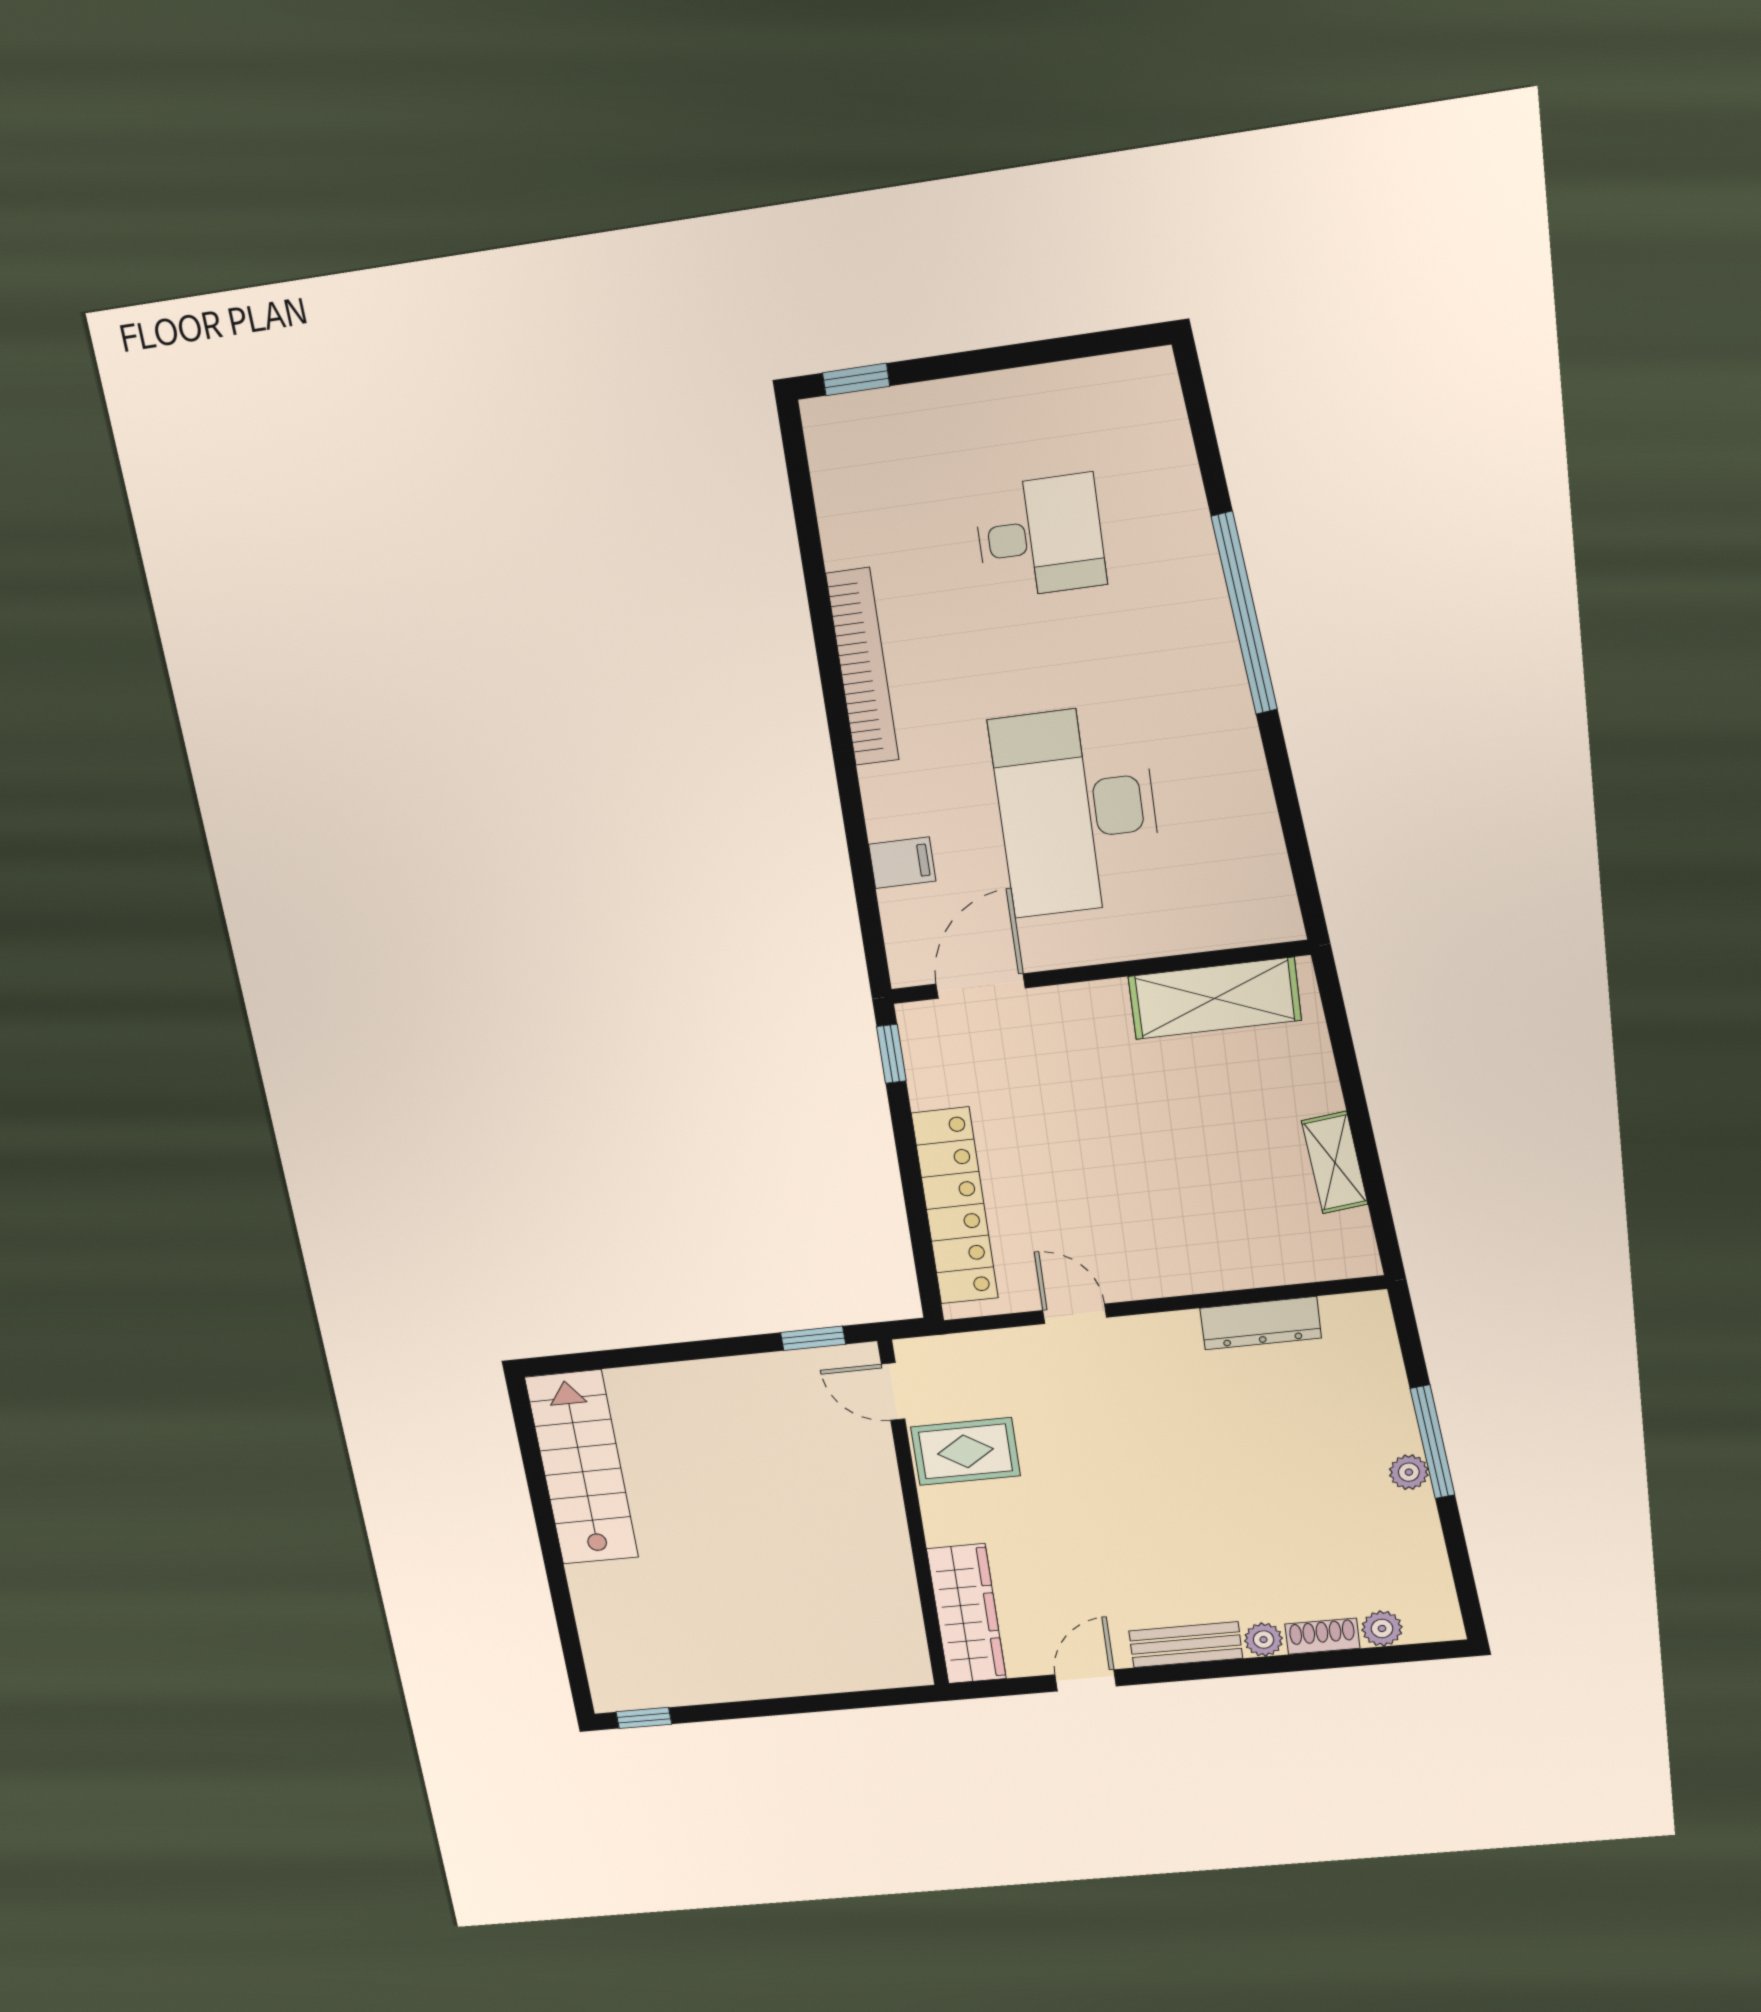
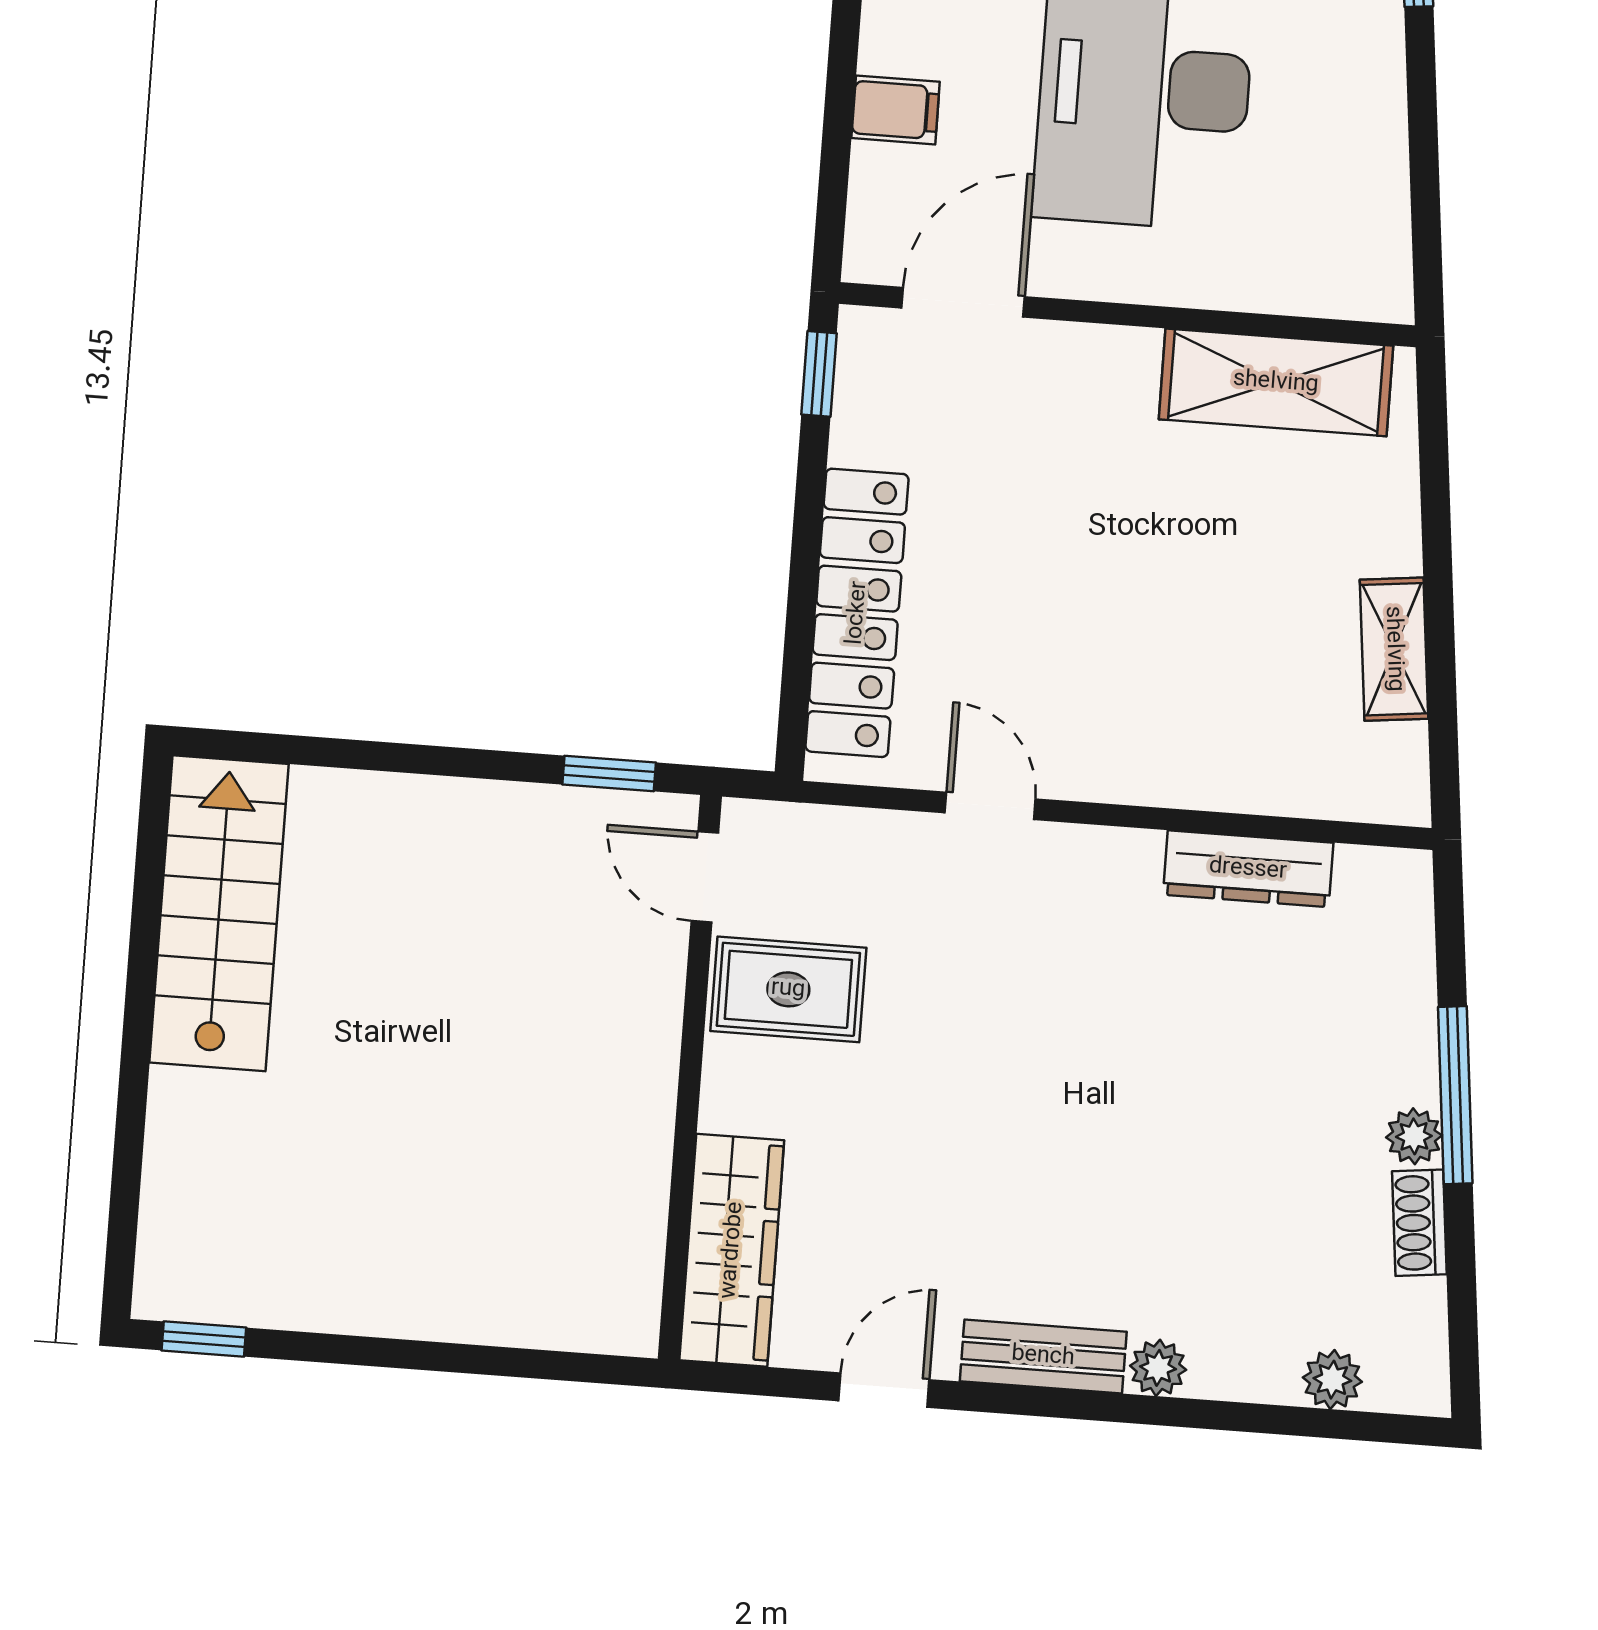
shoe rack: (1322, 1636) -> (1419, 1223), moved, turned -96

